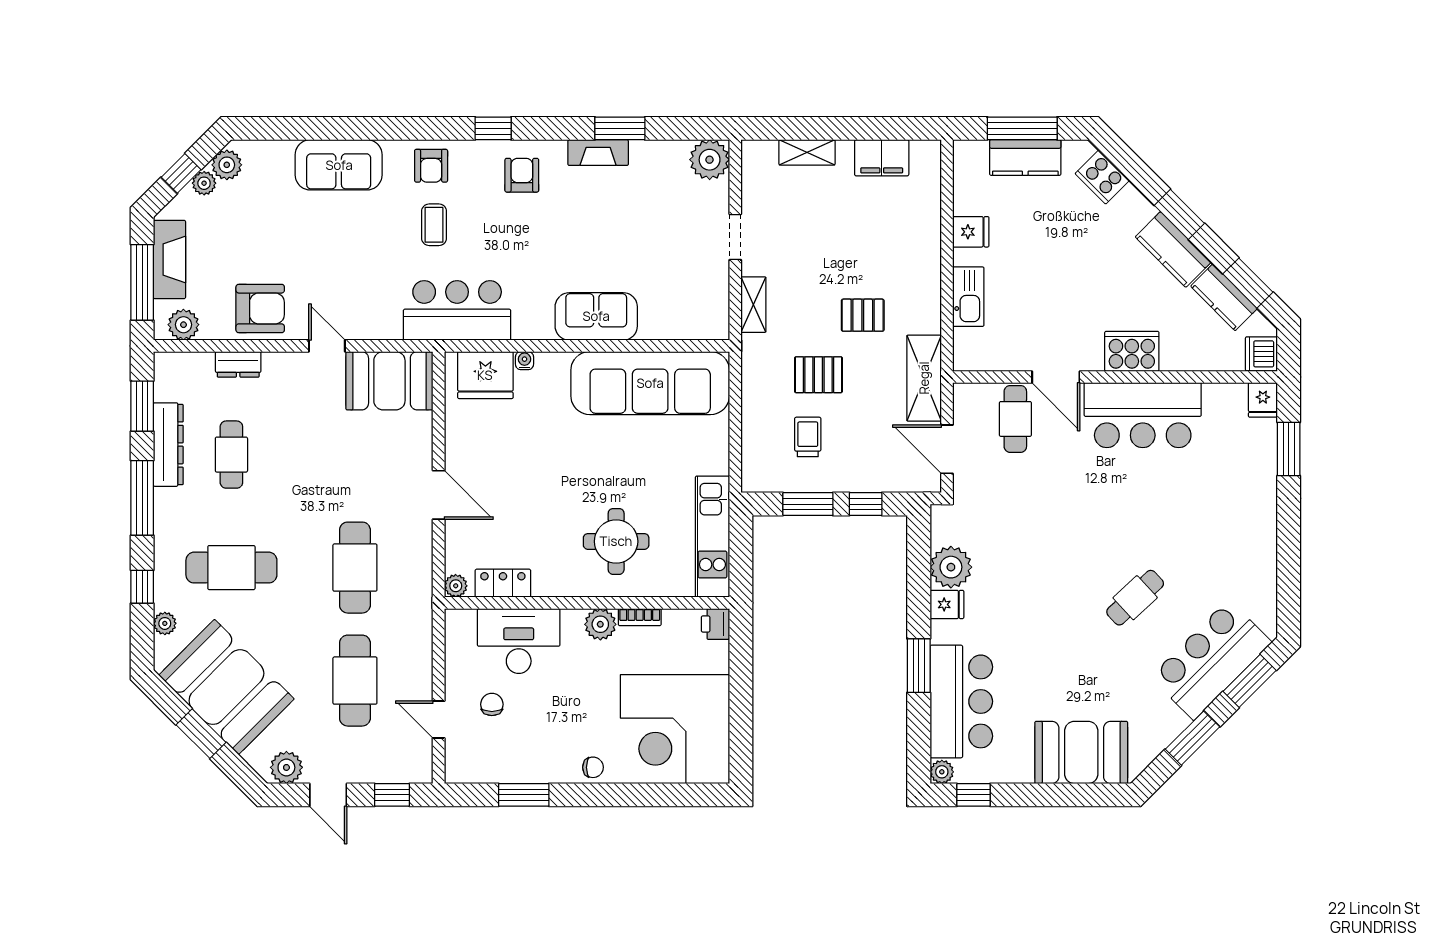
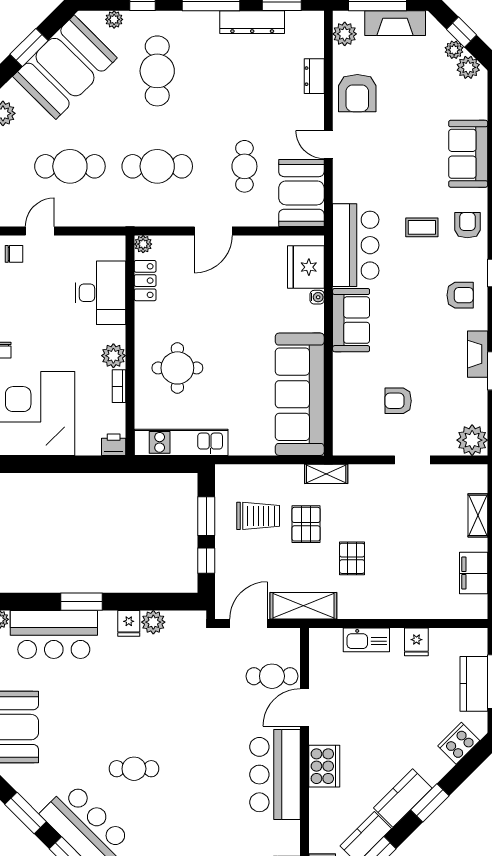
armchair: (431, 166) -> (467, 225), turned 90
armchair: (659, 256) -> (398, 401), added
shelving: (753, 305) -> (326, 474), moved
sofa: (596, 316) -> (351, 320), moved
door: (327, 346) -> (328, 145), swing flipped
trolley: (808, 437) -> (258, 516), width x1.36, depth x1.39
cafe table: (231, 455) -> (244, 166), moved, turned 90
plant: (951, 567) -> (153, 622), width x0.73, depth x0.73
cafe table: (1135, 598) -> (134, 769), turned -47
chair: (492, 704) -> (14, 254), moved

